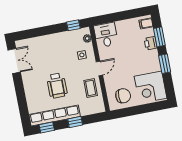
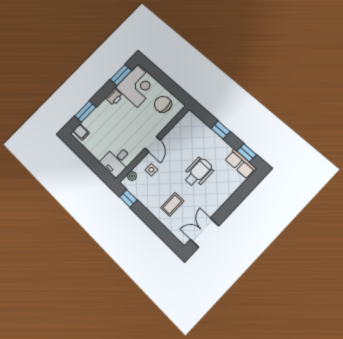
printer: (151, 43) -> (114, 97), moved
window: (165, 64) -> (121, 75), moved
door: (99, 68) -> (153, 144), swing flipped
coffee table: (91, 88) -> (172, 204), moved
row of seats: (55, 115) -> (240, 164), width x0.50

